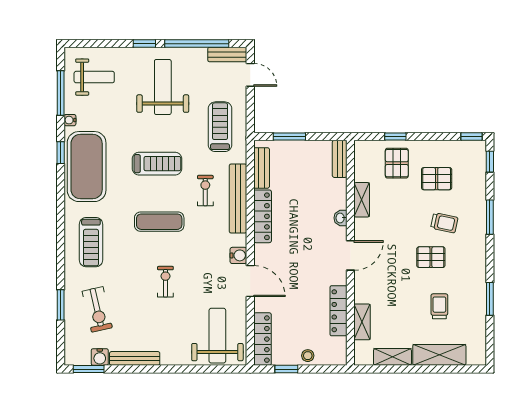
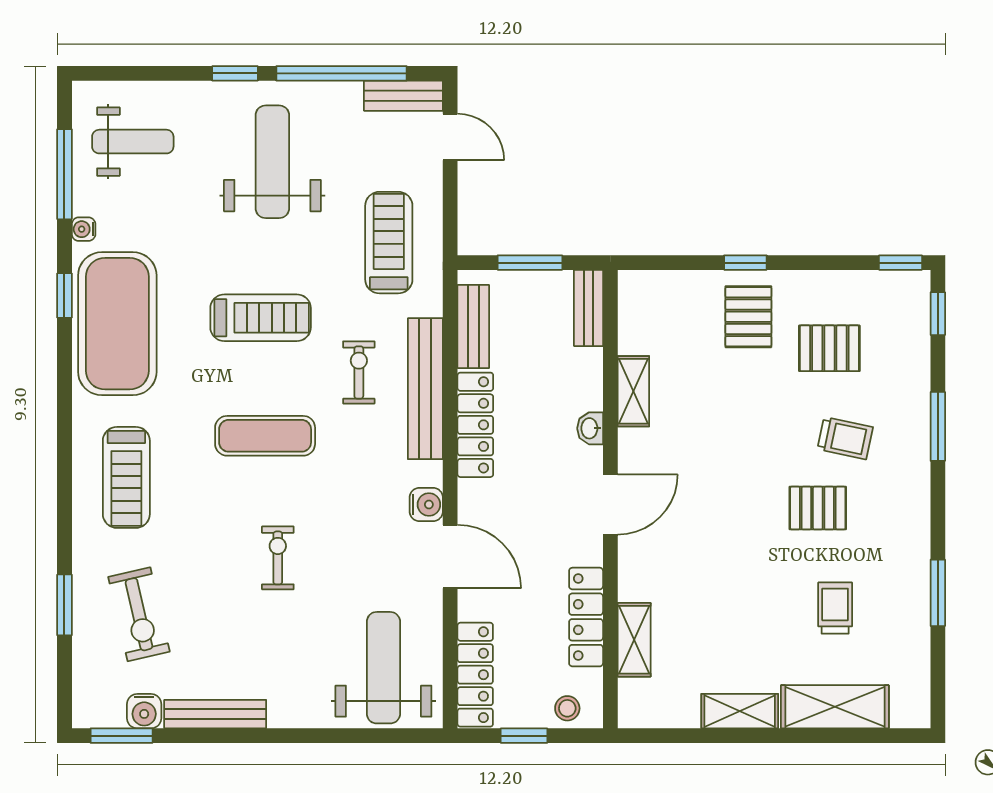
bench: (340, 159) -> (588, 308), moved
shelving: (362, 200) -> (633, 391), moved
washbasin: (340, 218) -> (590, 428), moved
wall: (350, 253) -> (610, 499), moved
door: (350, 255) -> (610, 505), moved
locker: (338, 311) -> (586, 617), moved
shelving: (362, 322) -> (634, 640), moved

